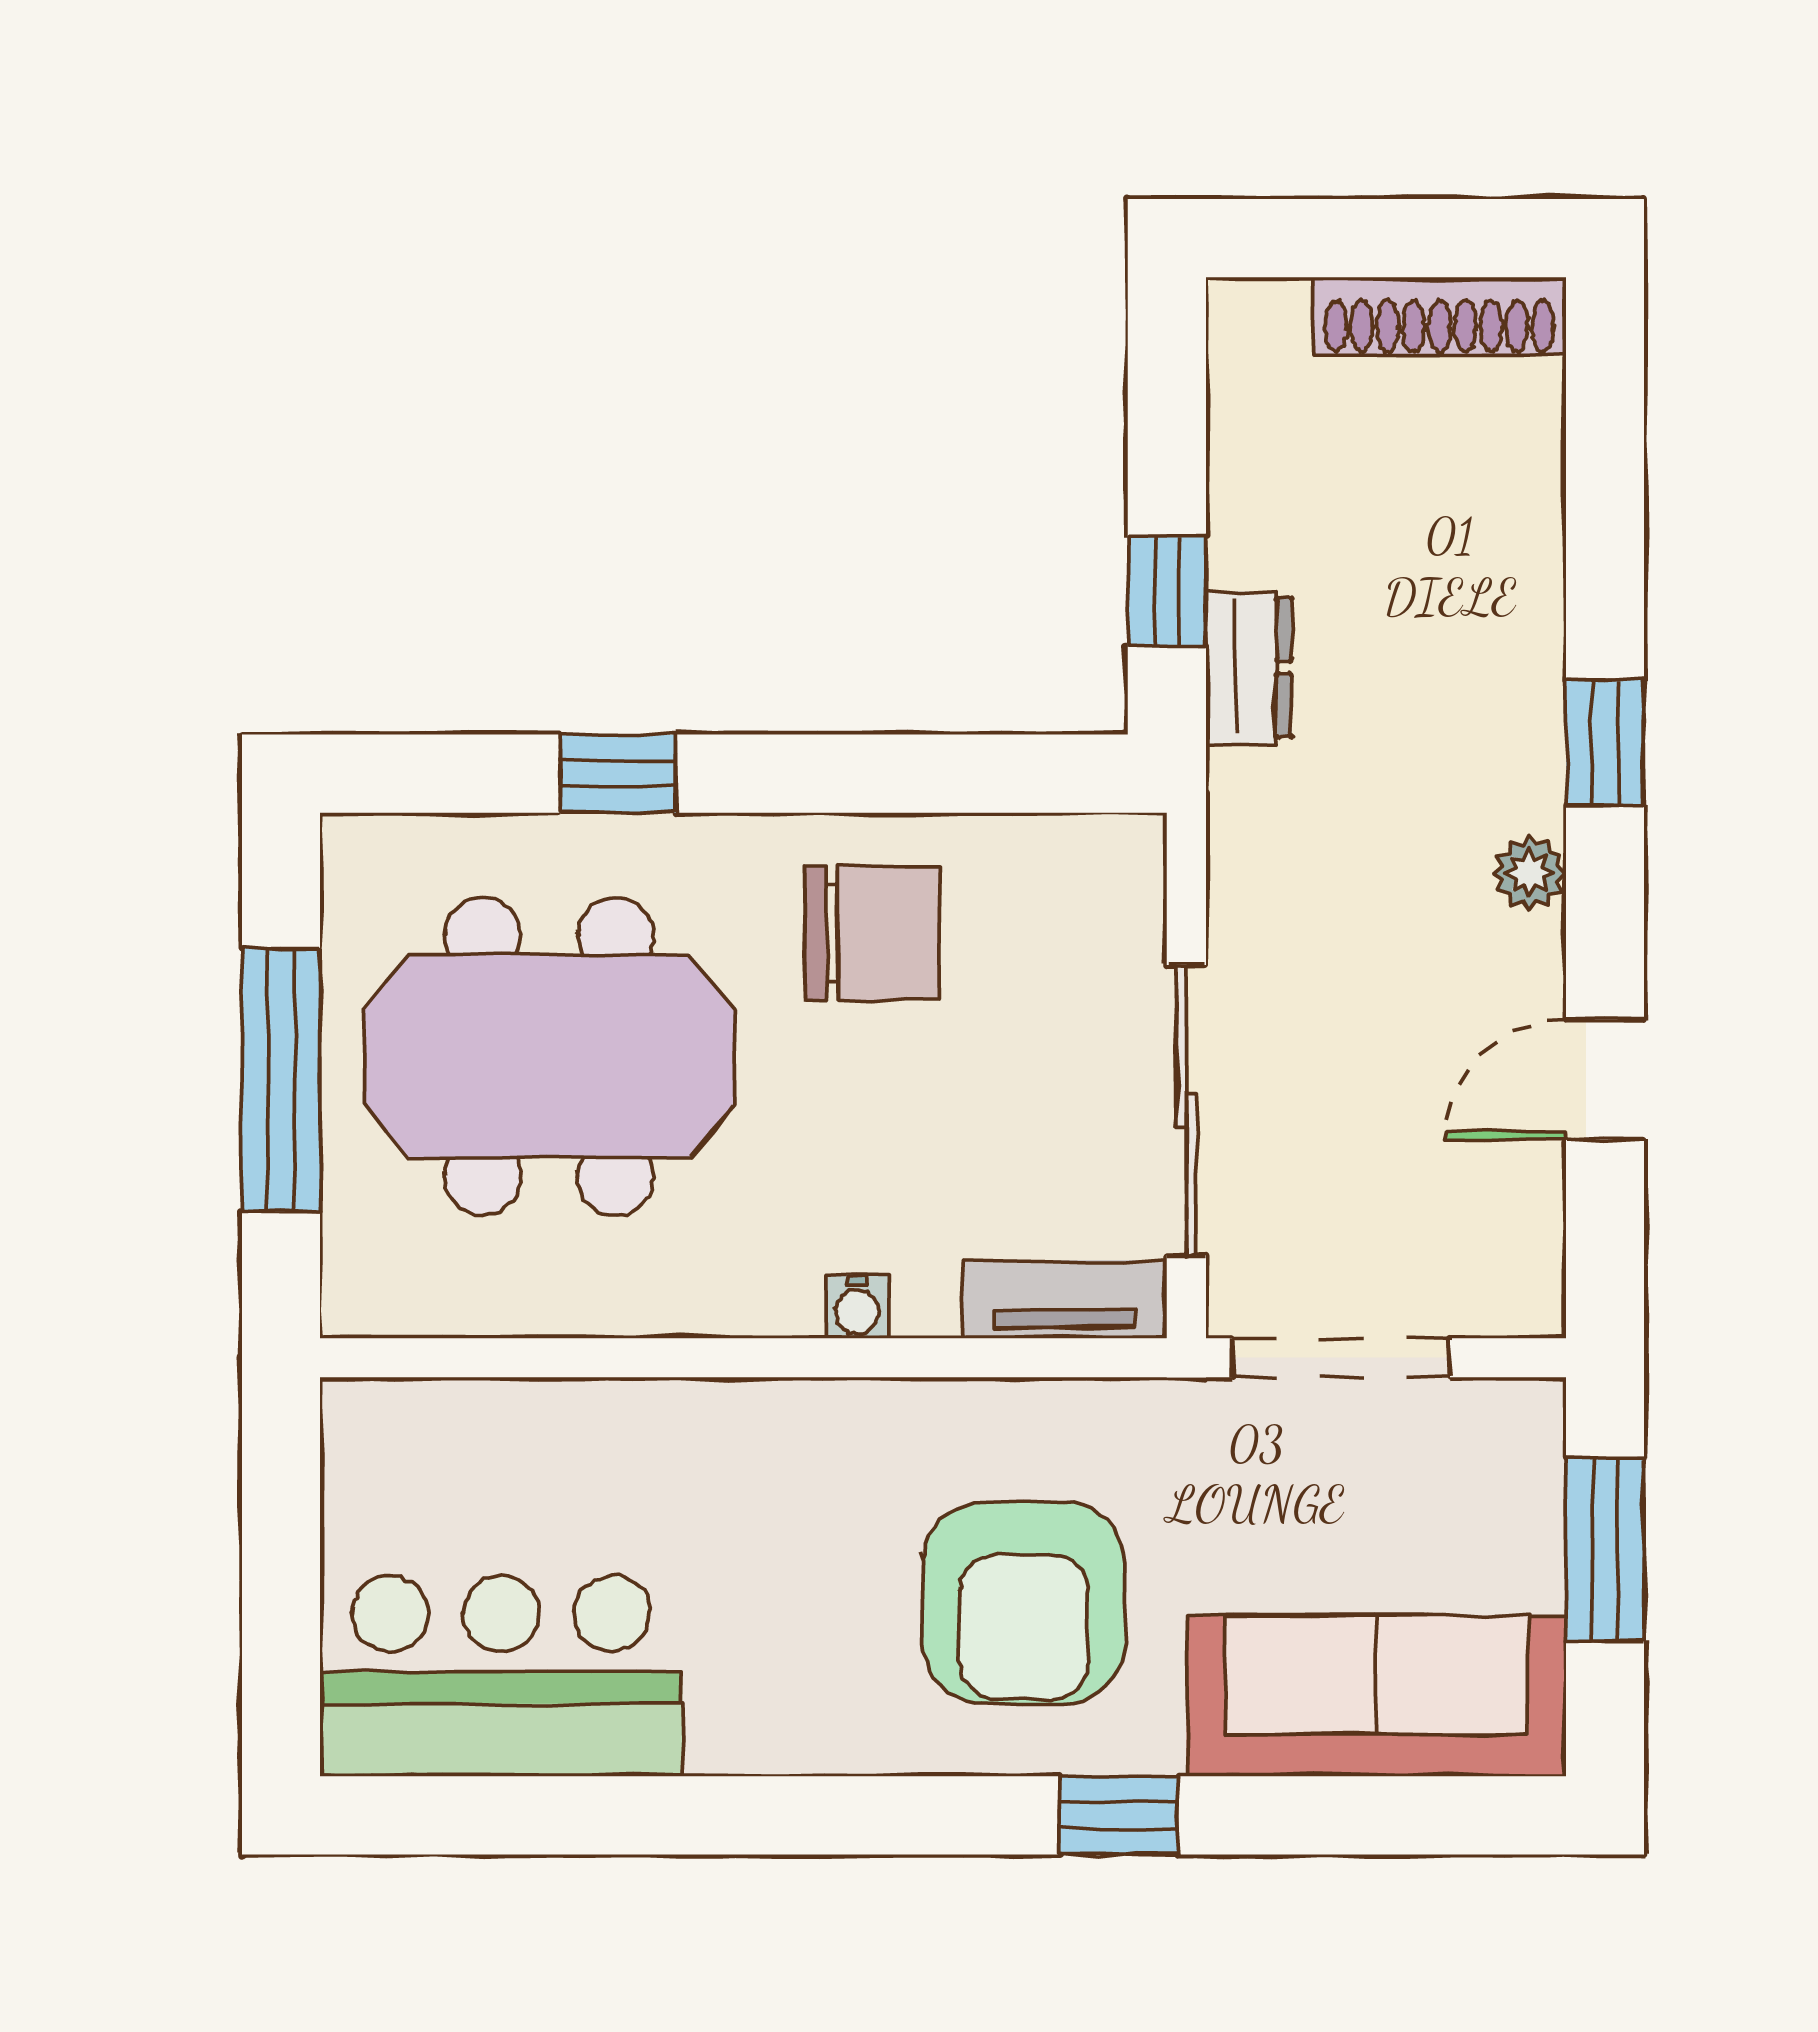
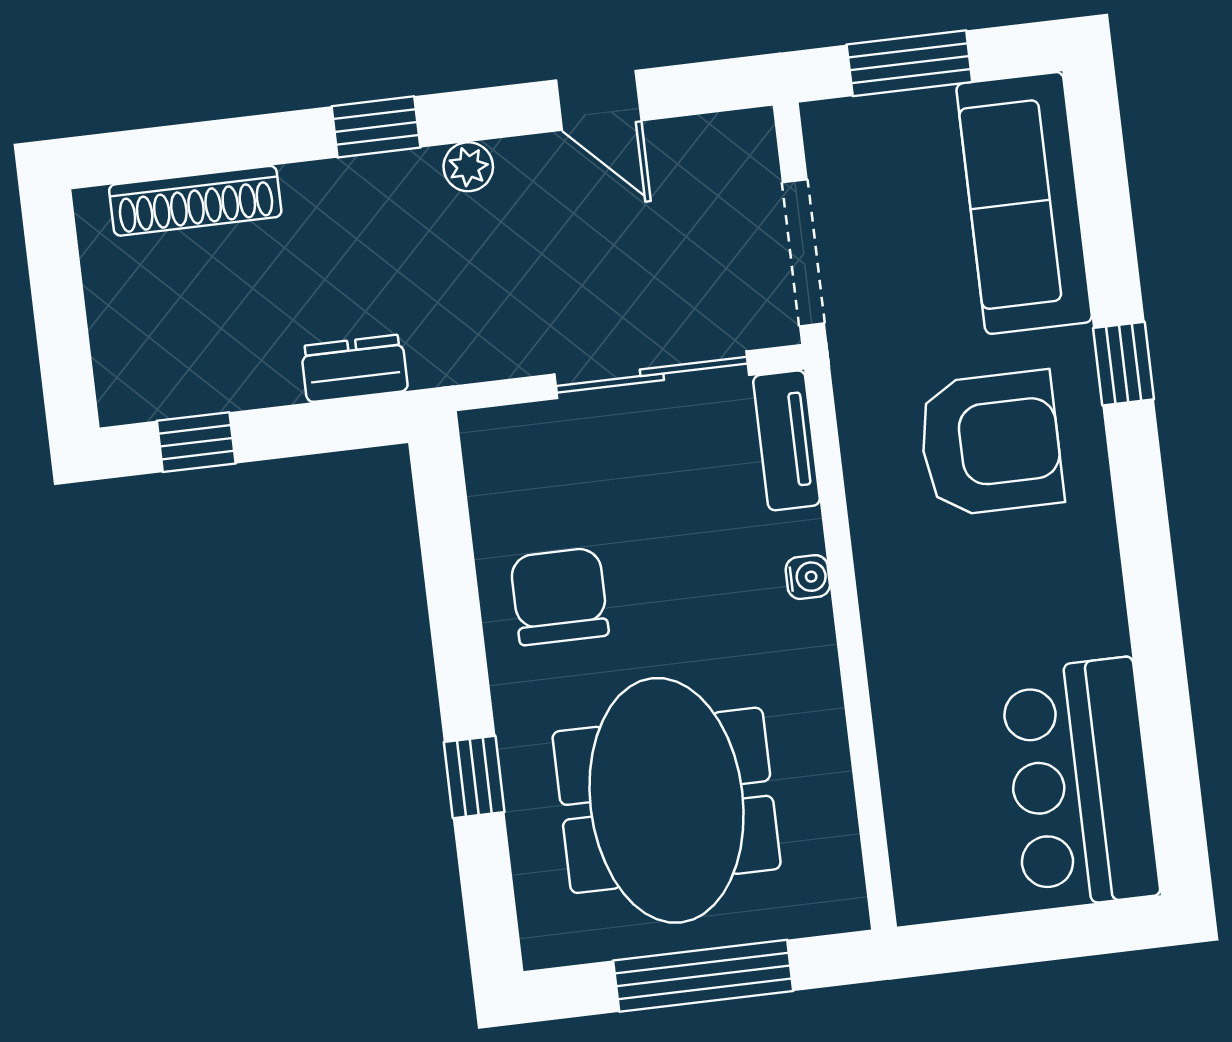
shoe rack: (1440, 316) -> (195, 201), moved, turned 90
window: (1167, 591) -> (196, 442), moved

